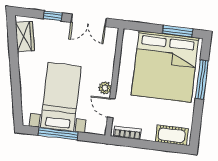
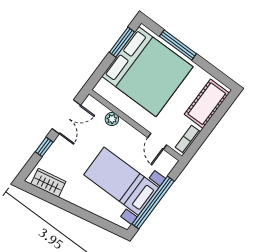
plant: (105, 88) -> (112, 119), moved
door: (111, 108) -> (157, 141), hinge flipped
window: (58, 134) -> (153, 203), width x1.46
cot: (172, 135) -> (207, 104), width x1.37, depth x1.34

